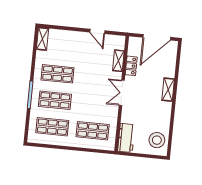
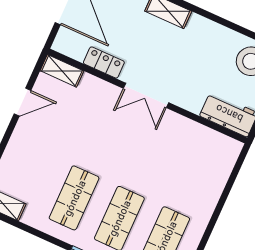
shelving: (118, 61) -> (62, 71), moved
shop shelf: (93, 131) -> (196, 170), removed

